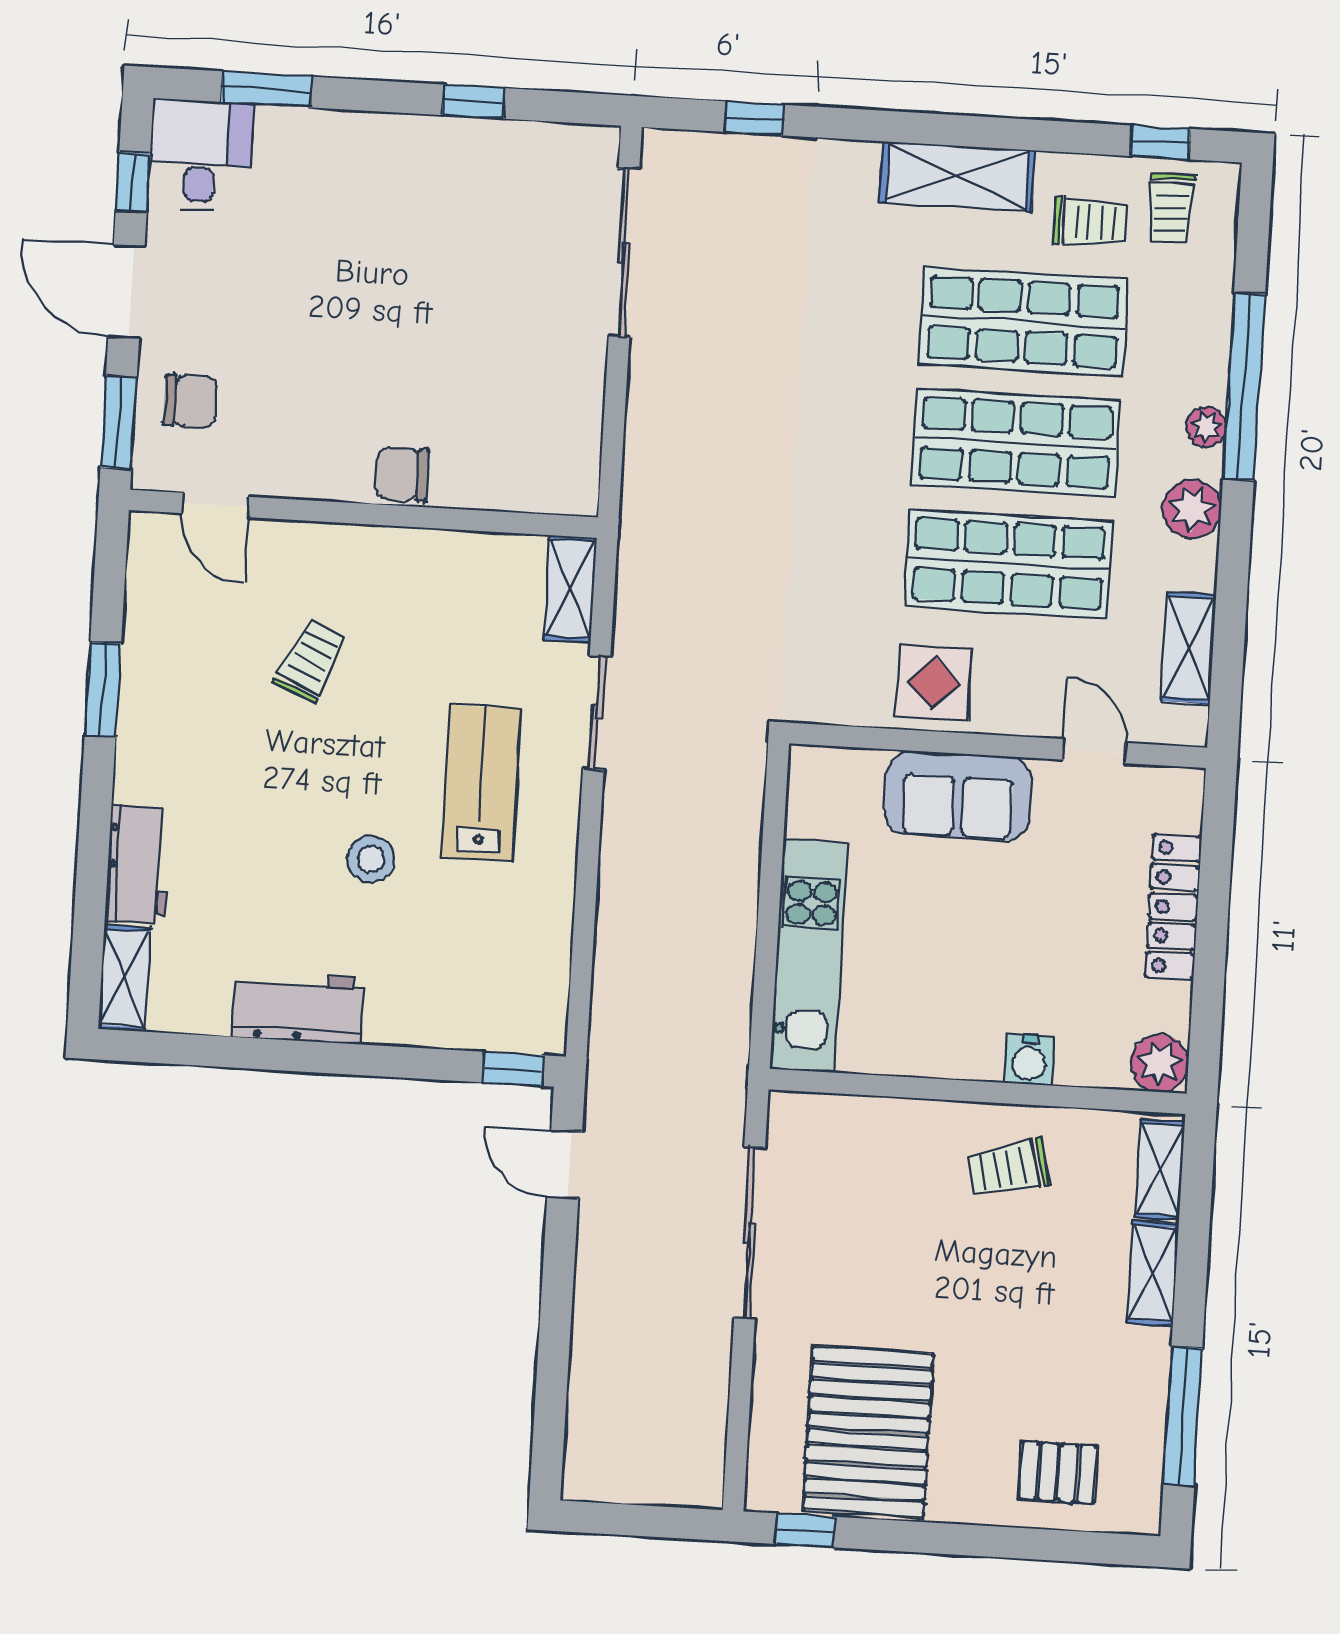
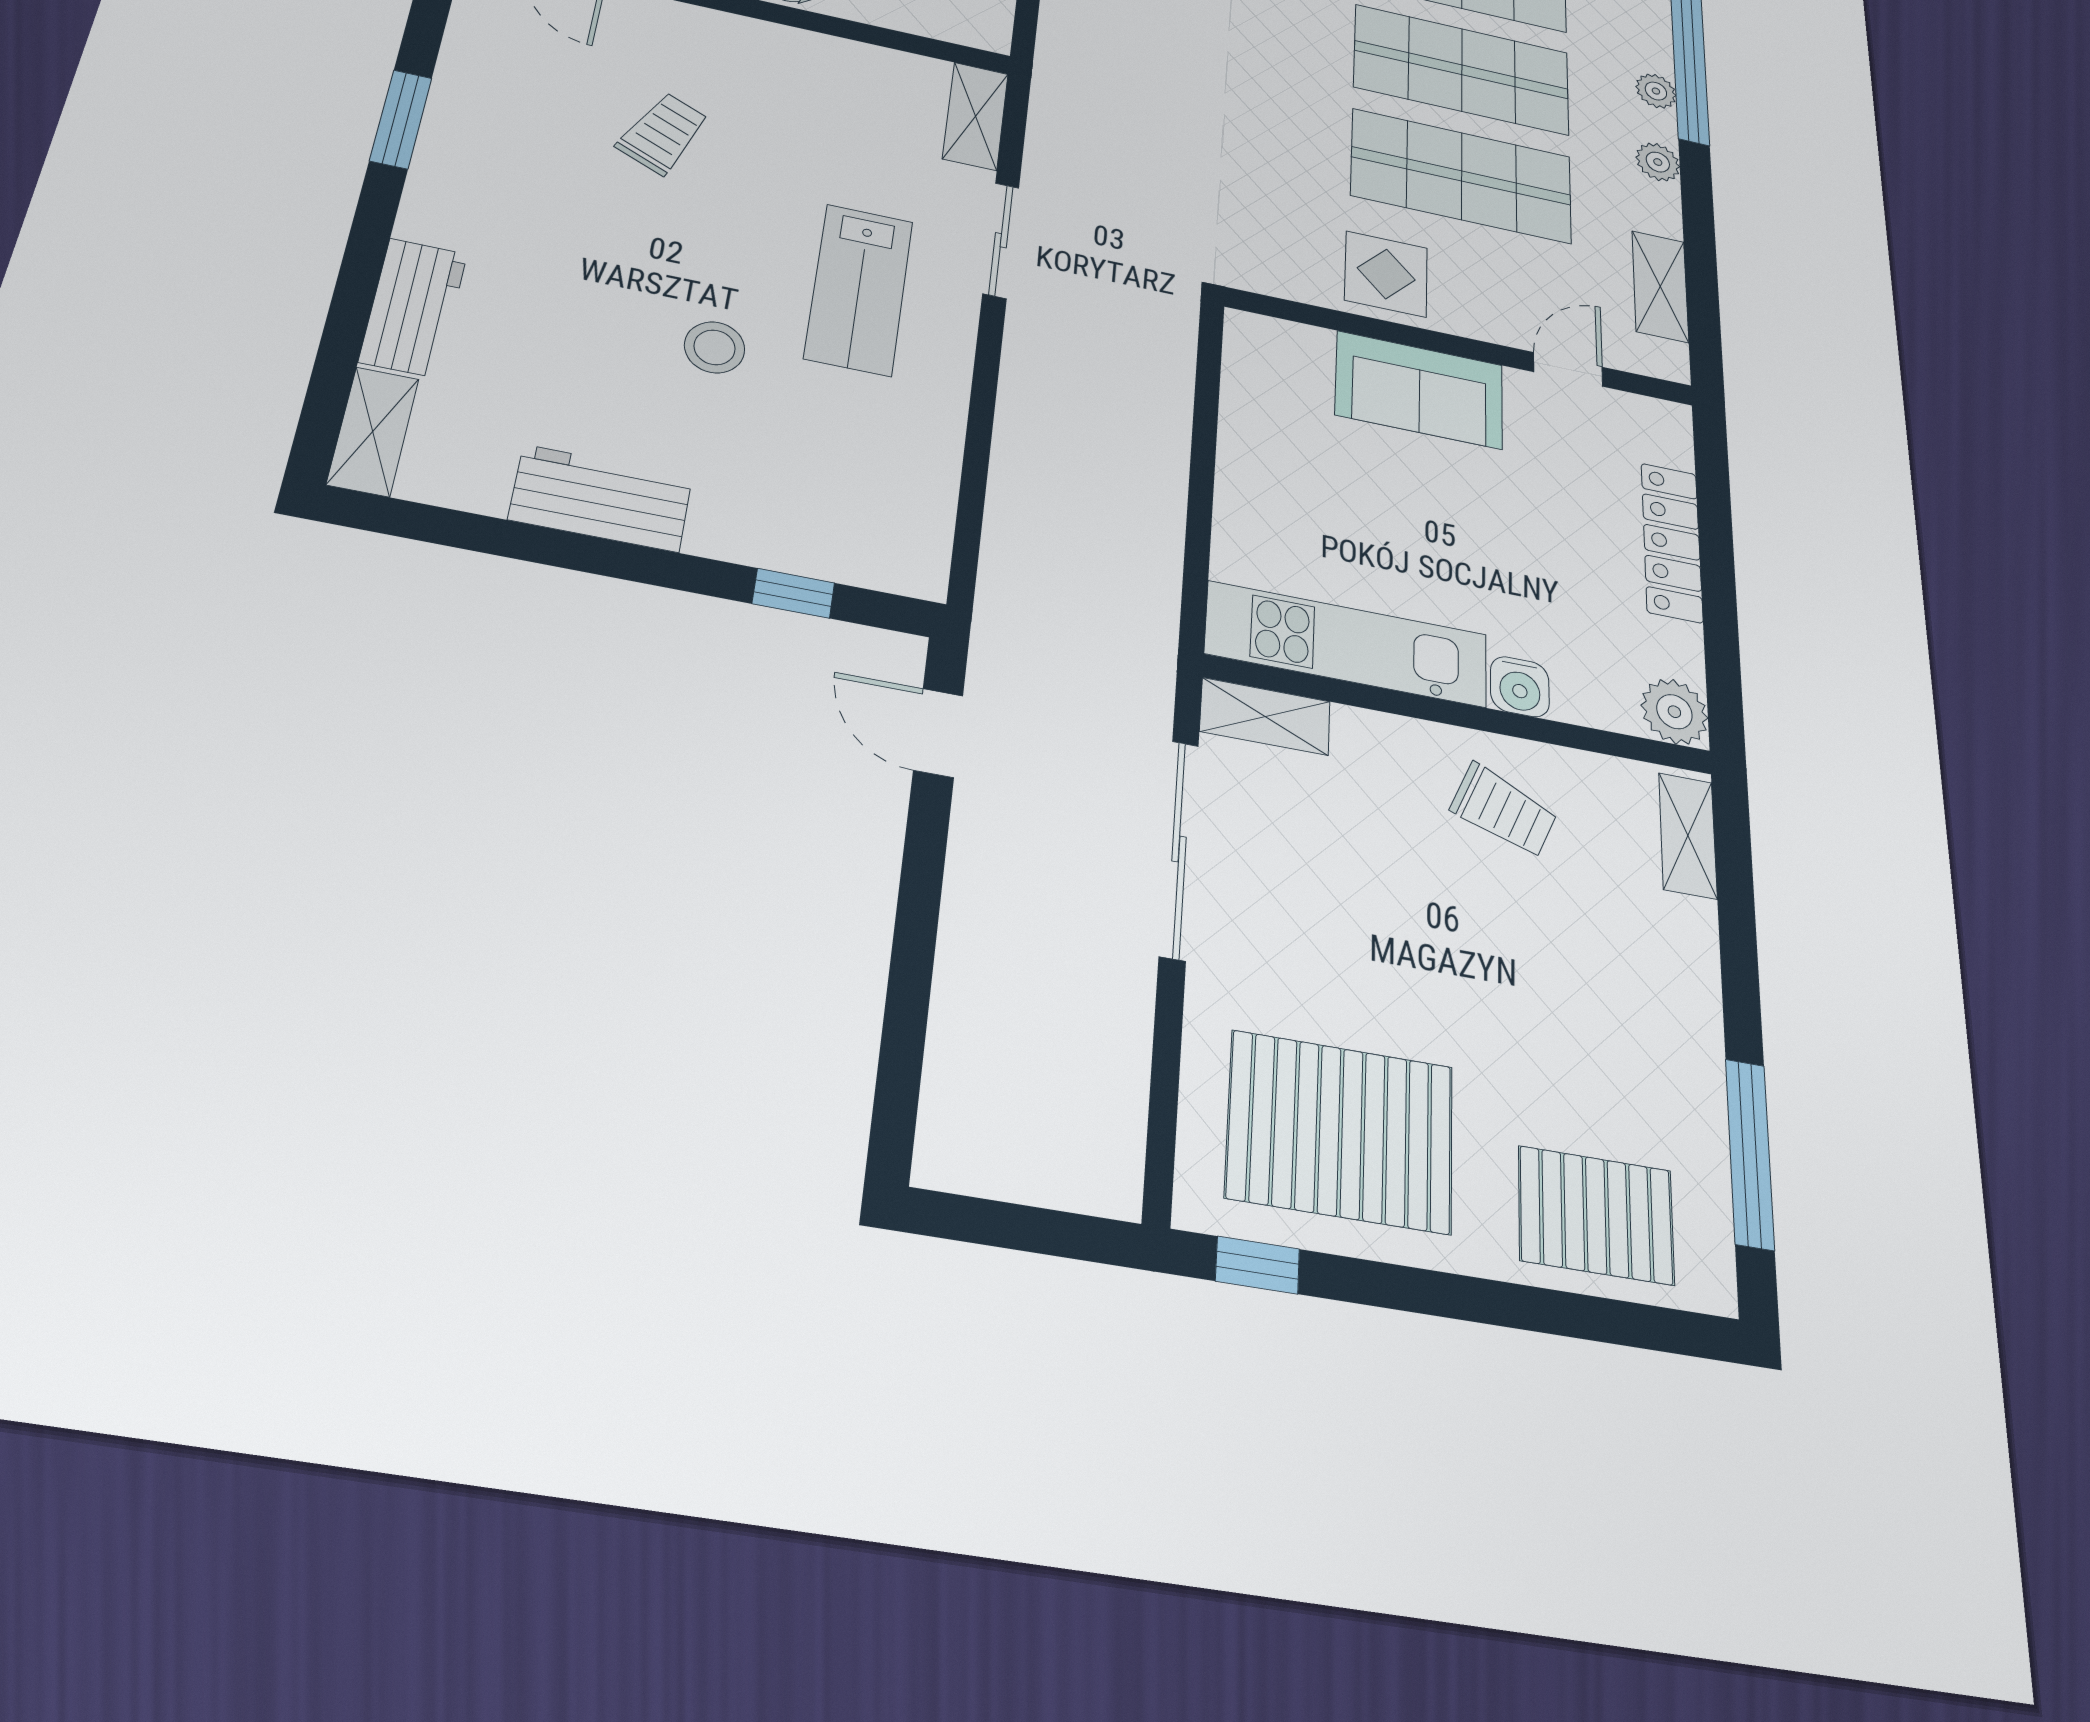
plant: (1192, 509) -> (1658, 162), width x0.73, depth x0.73
door: (1094, 751) -> (1568, 369), hinge flipped
lab bench: (481, 783) -> (859, 289), turned 180
kitchen unit: (809, 956) -> (1347, 644), moved, turned -90
window: (513, 1069) -> (793, 593), moved
trolley: (1008, 1168) -> (1504, 810), turned -143
shelving: (1153, 1273) -> (1265, 716), moved, turned 90
pallet: (868, 1431) -> (1340, 1131), turned 90
pallet: (1058, 1473) -> (1596, 1215), width x1.50, depth x1.42

